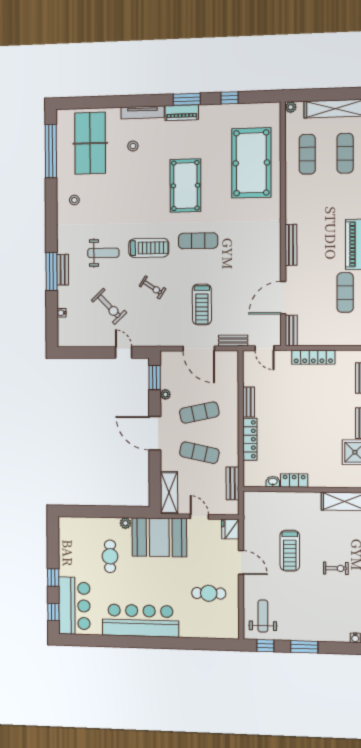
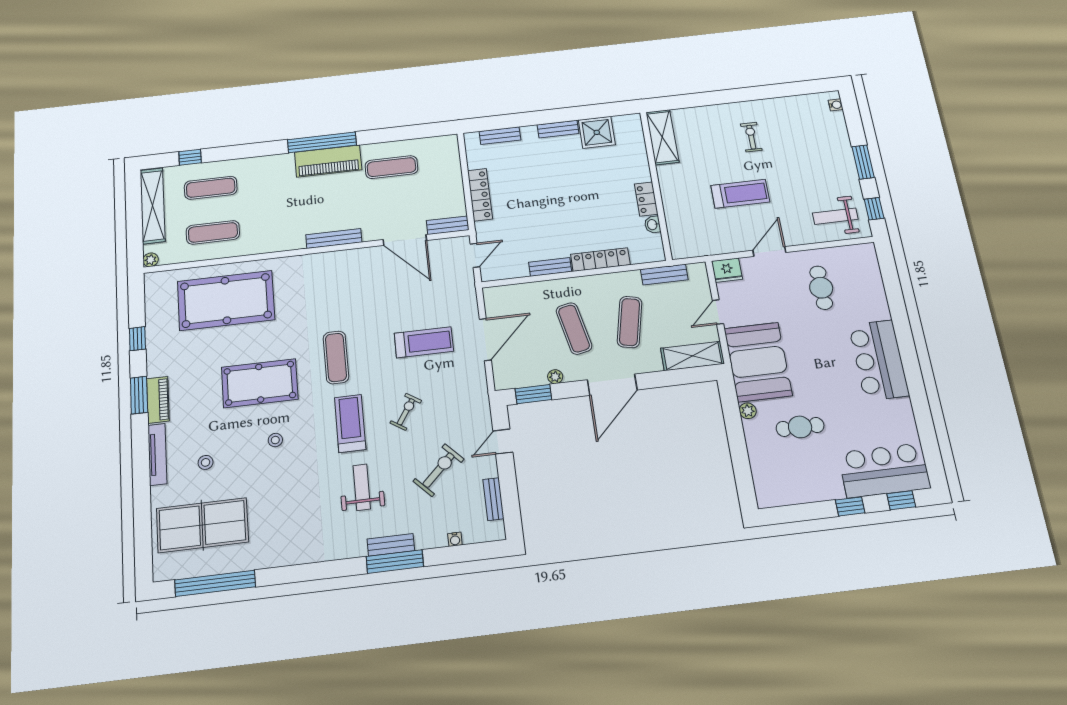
stool: (74, 200) -> (275, 440), moved
bench: (233, 341) -> (493, 499), moved
bar counter: (140, 621) -> (879, 360), width x0.73

